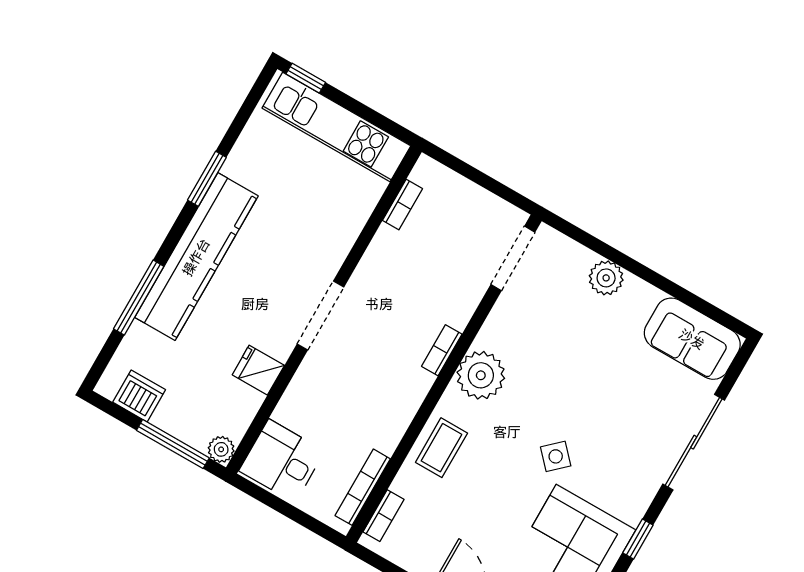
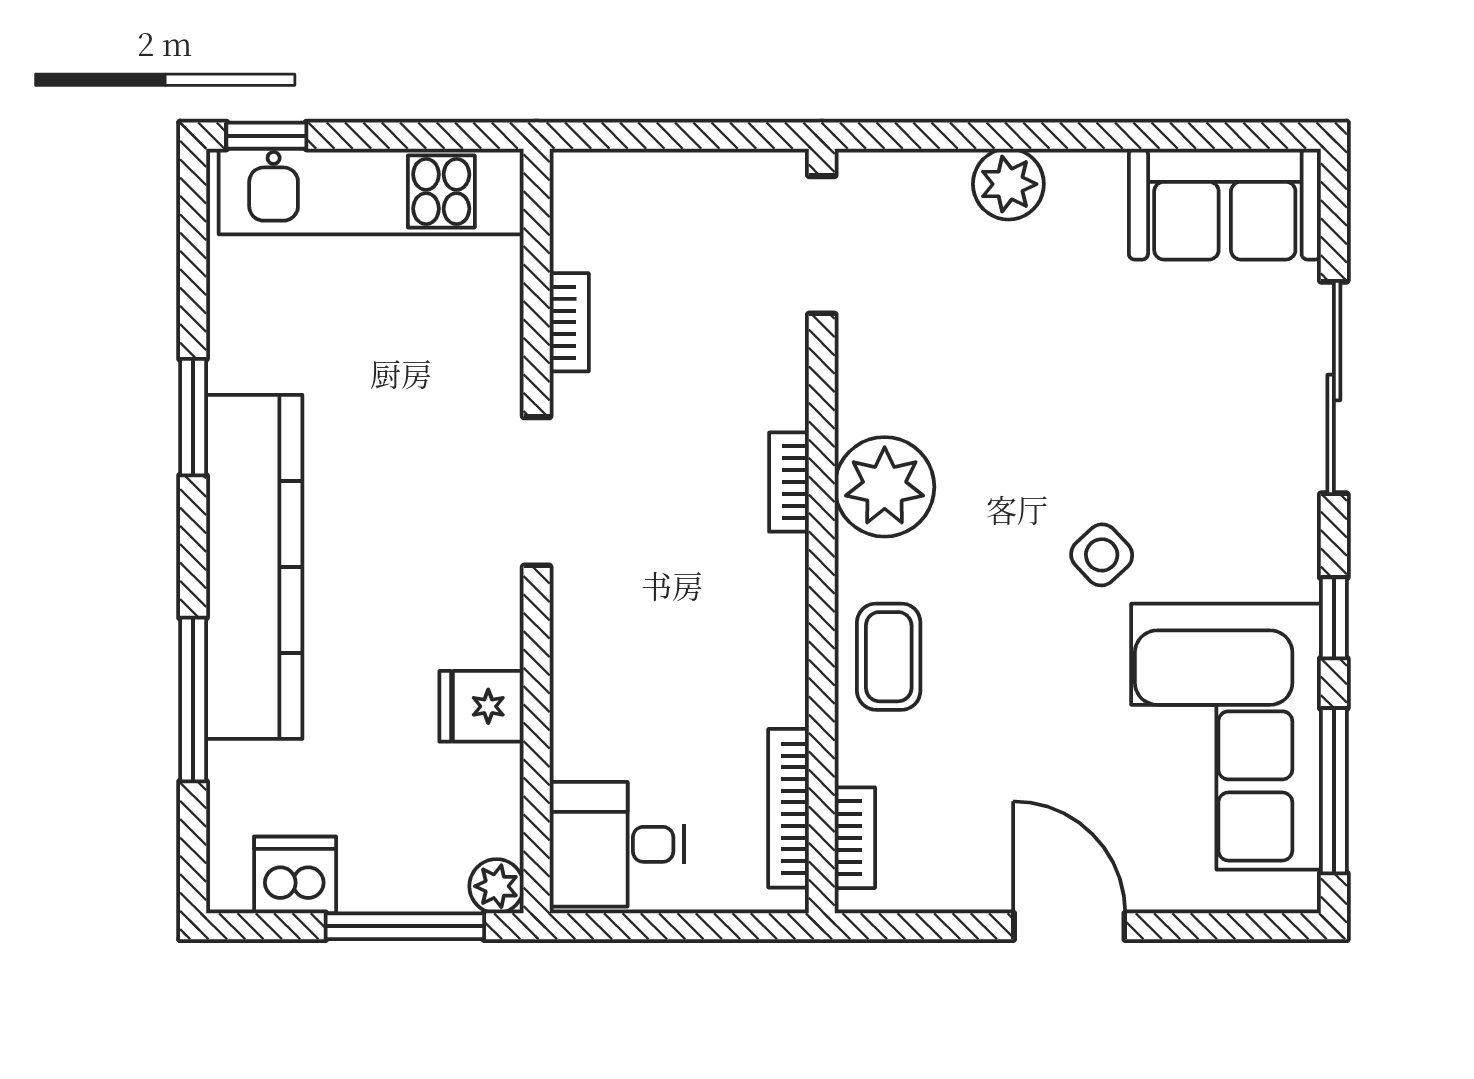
bookcase: (403, 205) -> (569, 322), moved
doorway: (321, 316) -> (537, 491), moved

